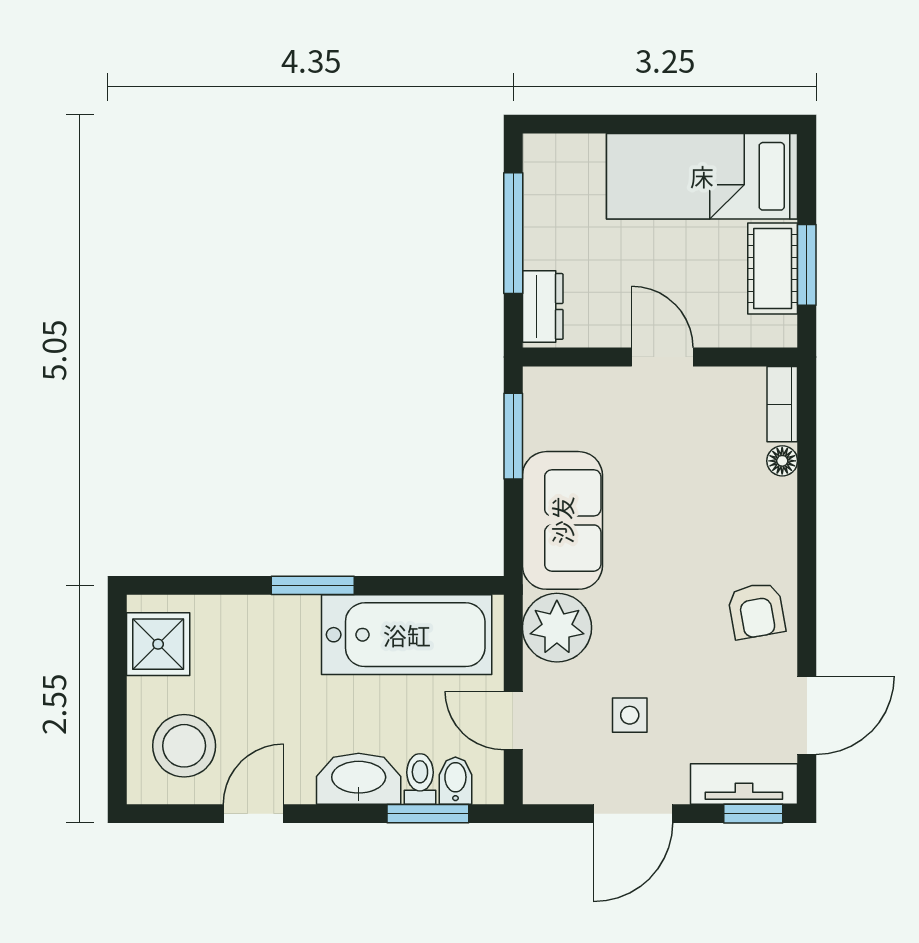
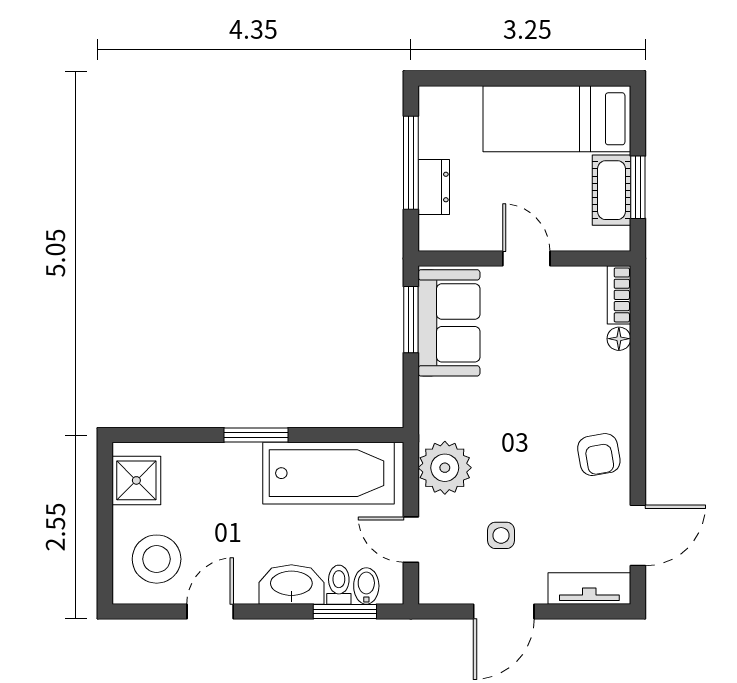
dresser: (543, 306) -> (434, 187), moved
sofa: (562, 520) -> (449, 323), moved
window: (753, 814) -> (596, 611), removed

